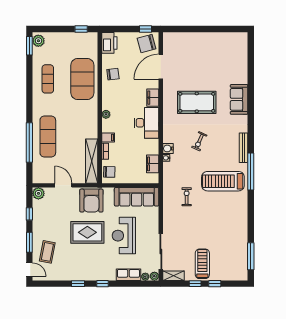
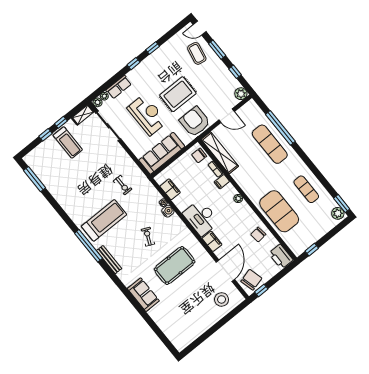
stool: (182, 47) -> (222, 299), added

